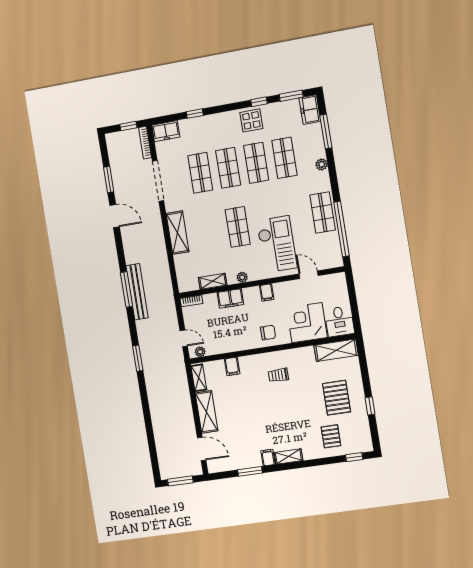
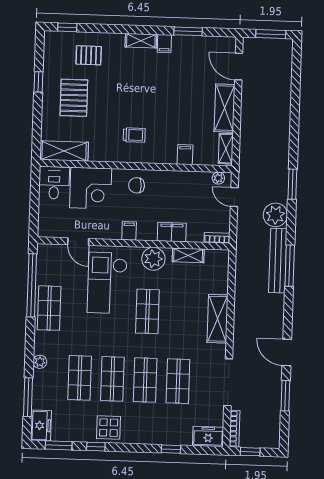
plant: (242, 277) -> (153, 259), width x1.87, depth x1.87
plant: (147, 330) -> (275, 215), added
pallet: (331, 436) -> (89, 55), turned 90

